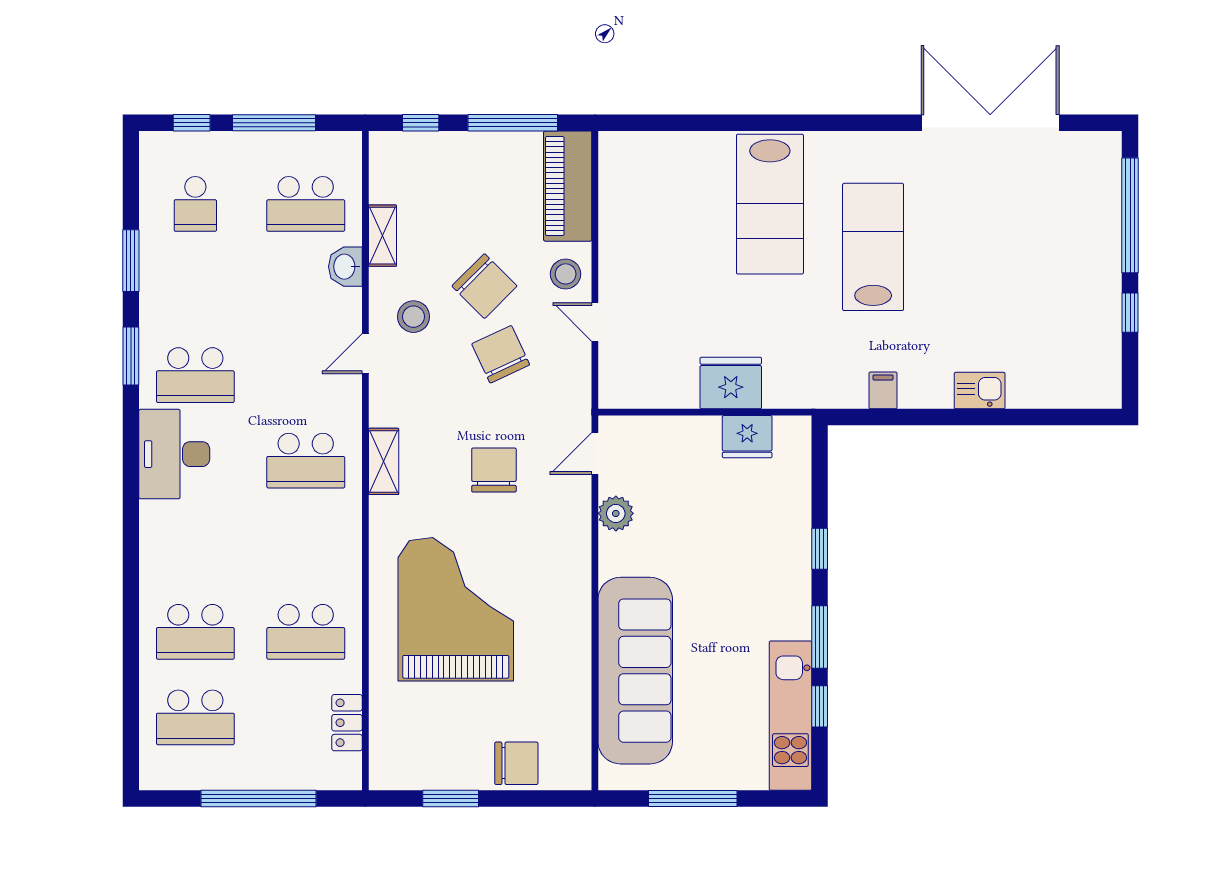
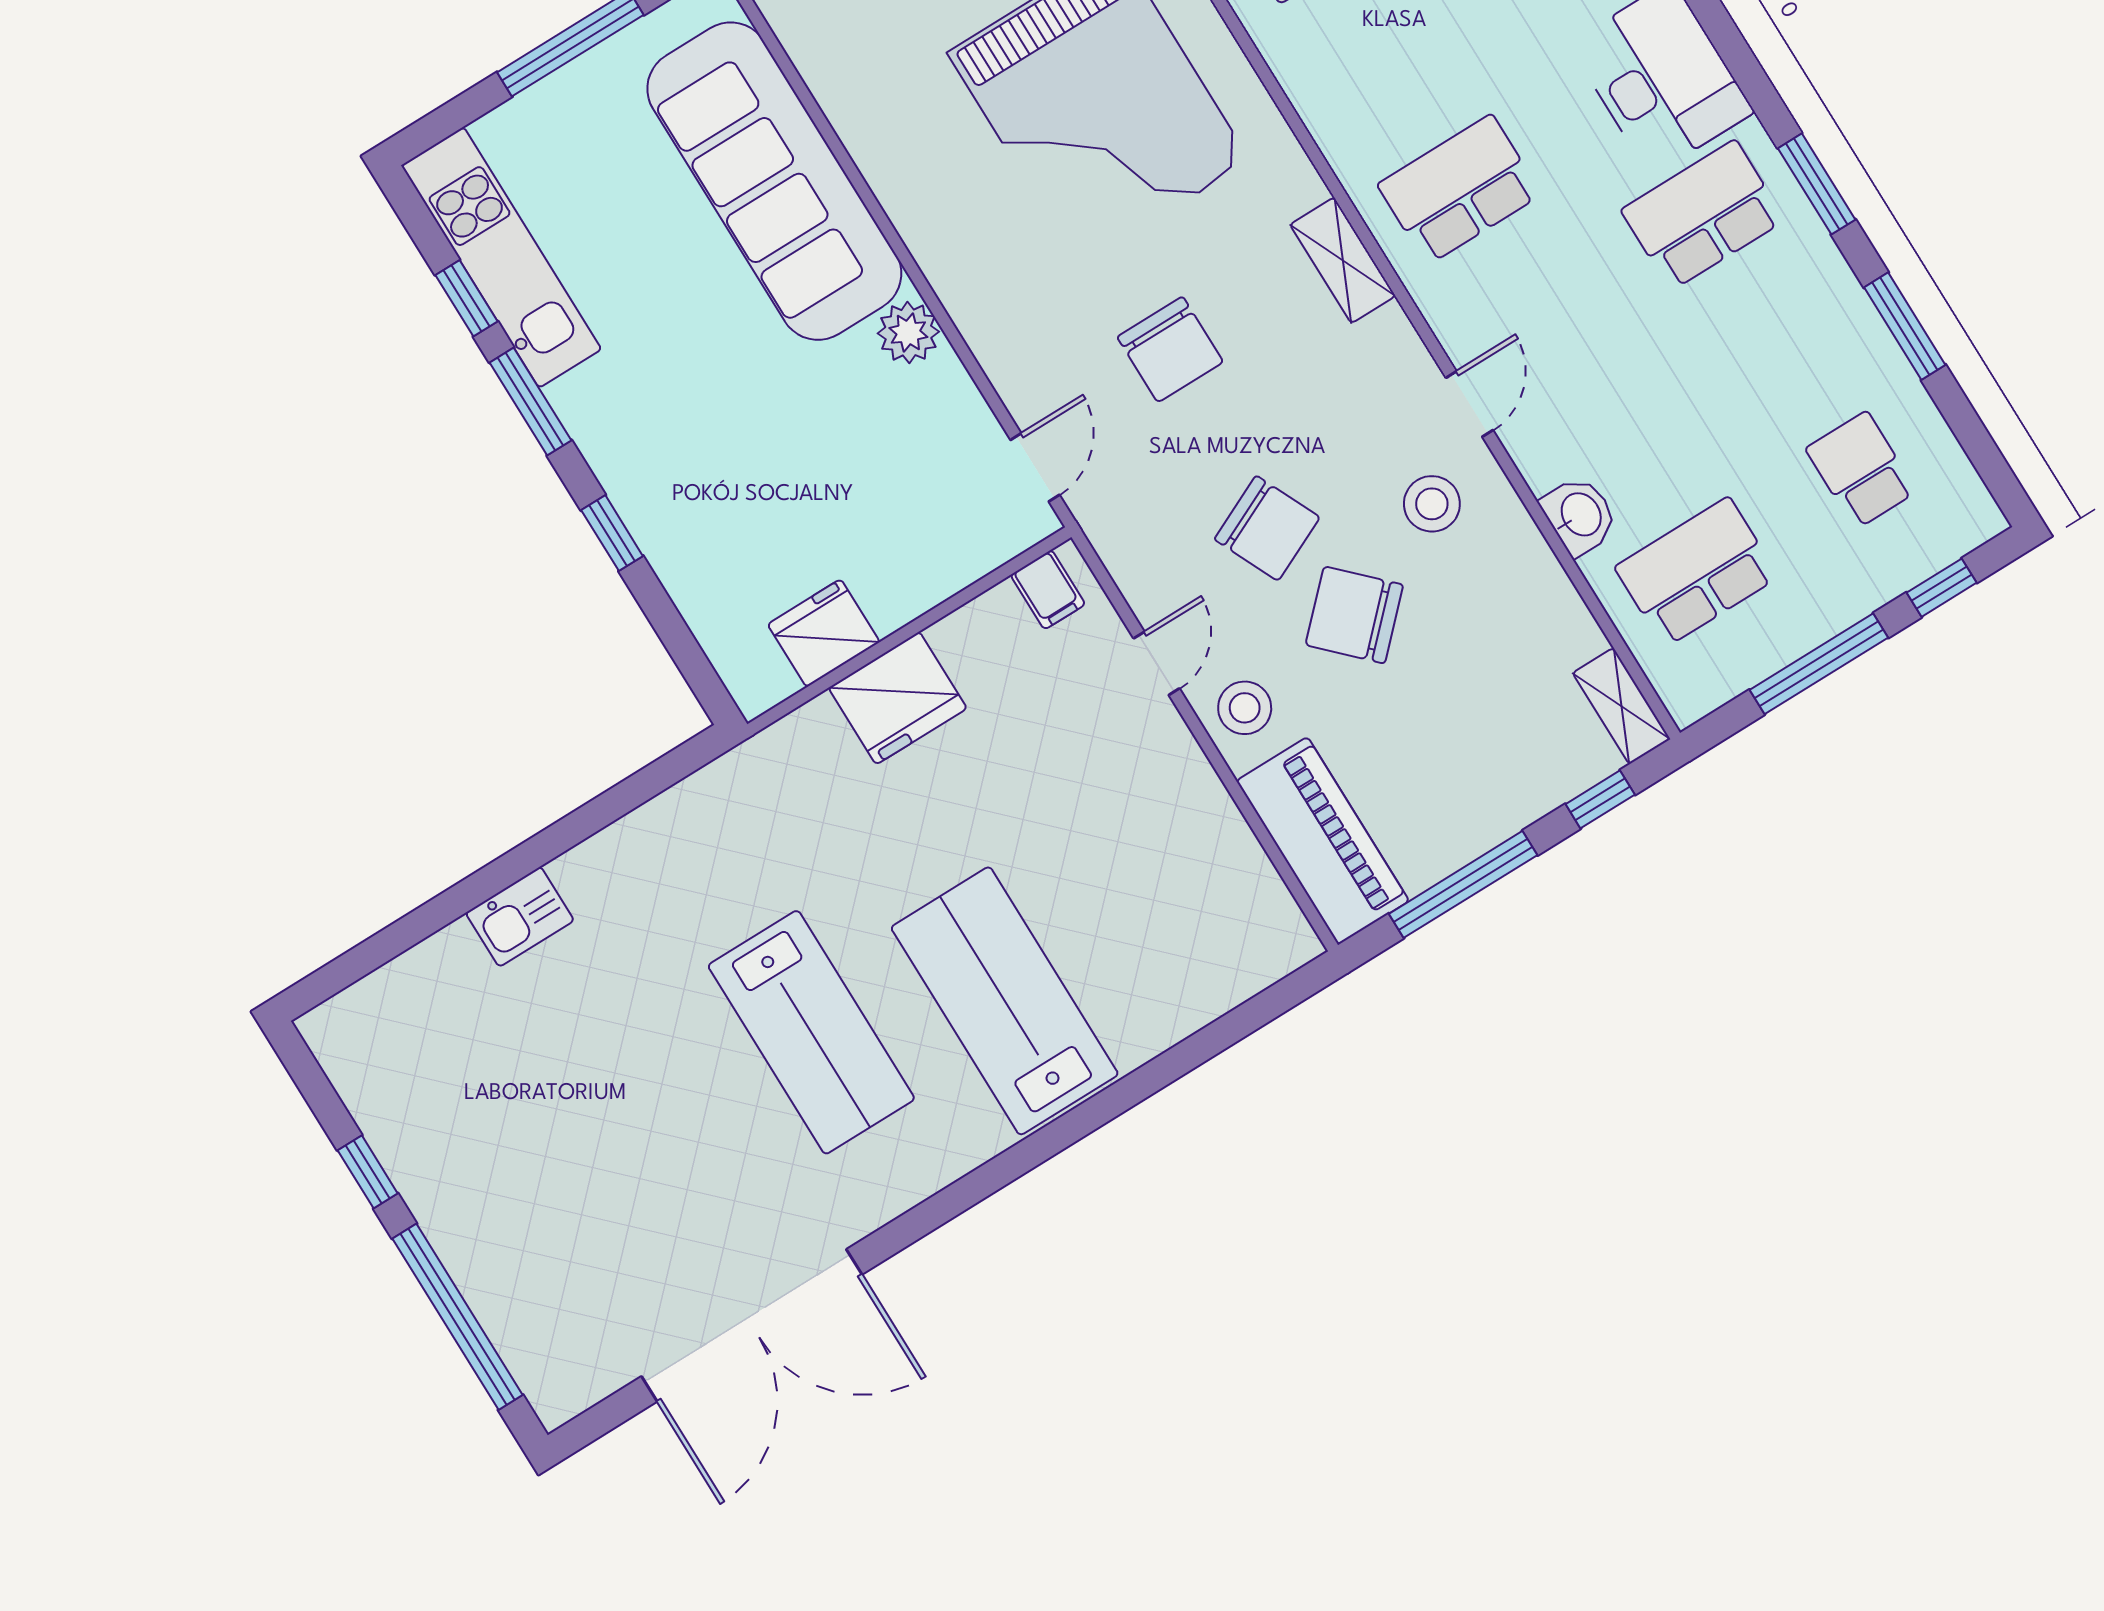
shelving: (382, 236) -> (1621, 706), moved
door: (595, 322) -> (1157, 663), hinge flipped
filing cabinet: (883, 390) -> (1048, 590), moved
plant: (616, 513) -> (908, 333), moved

